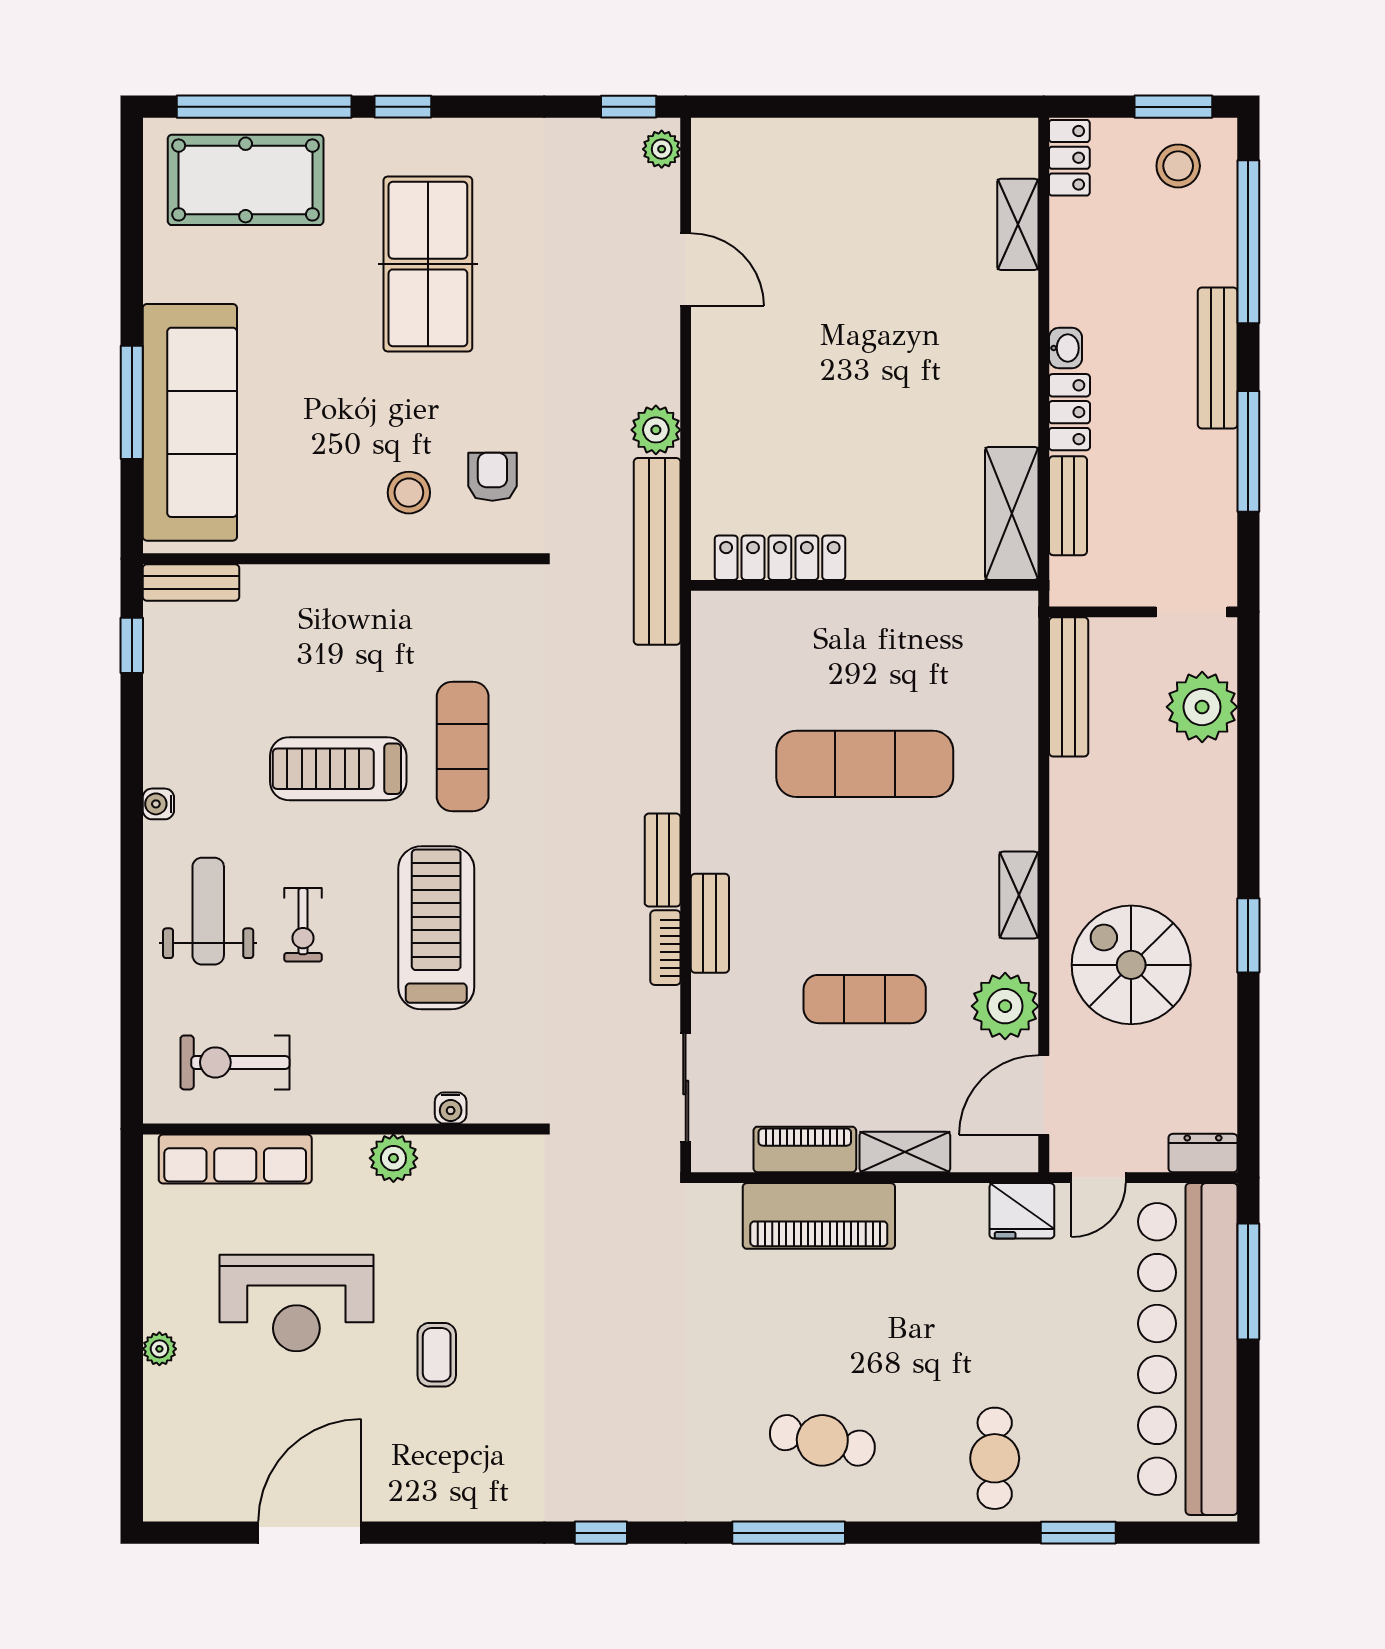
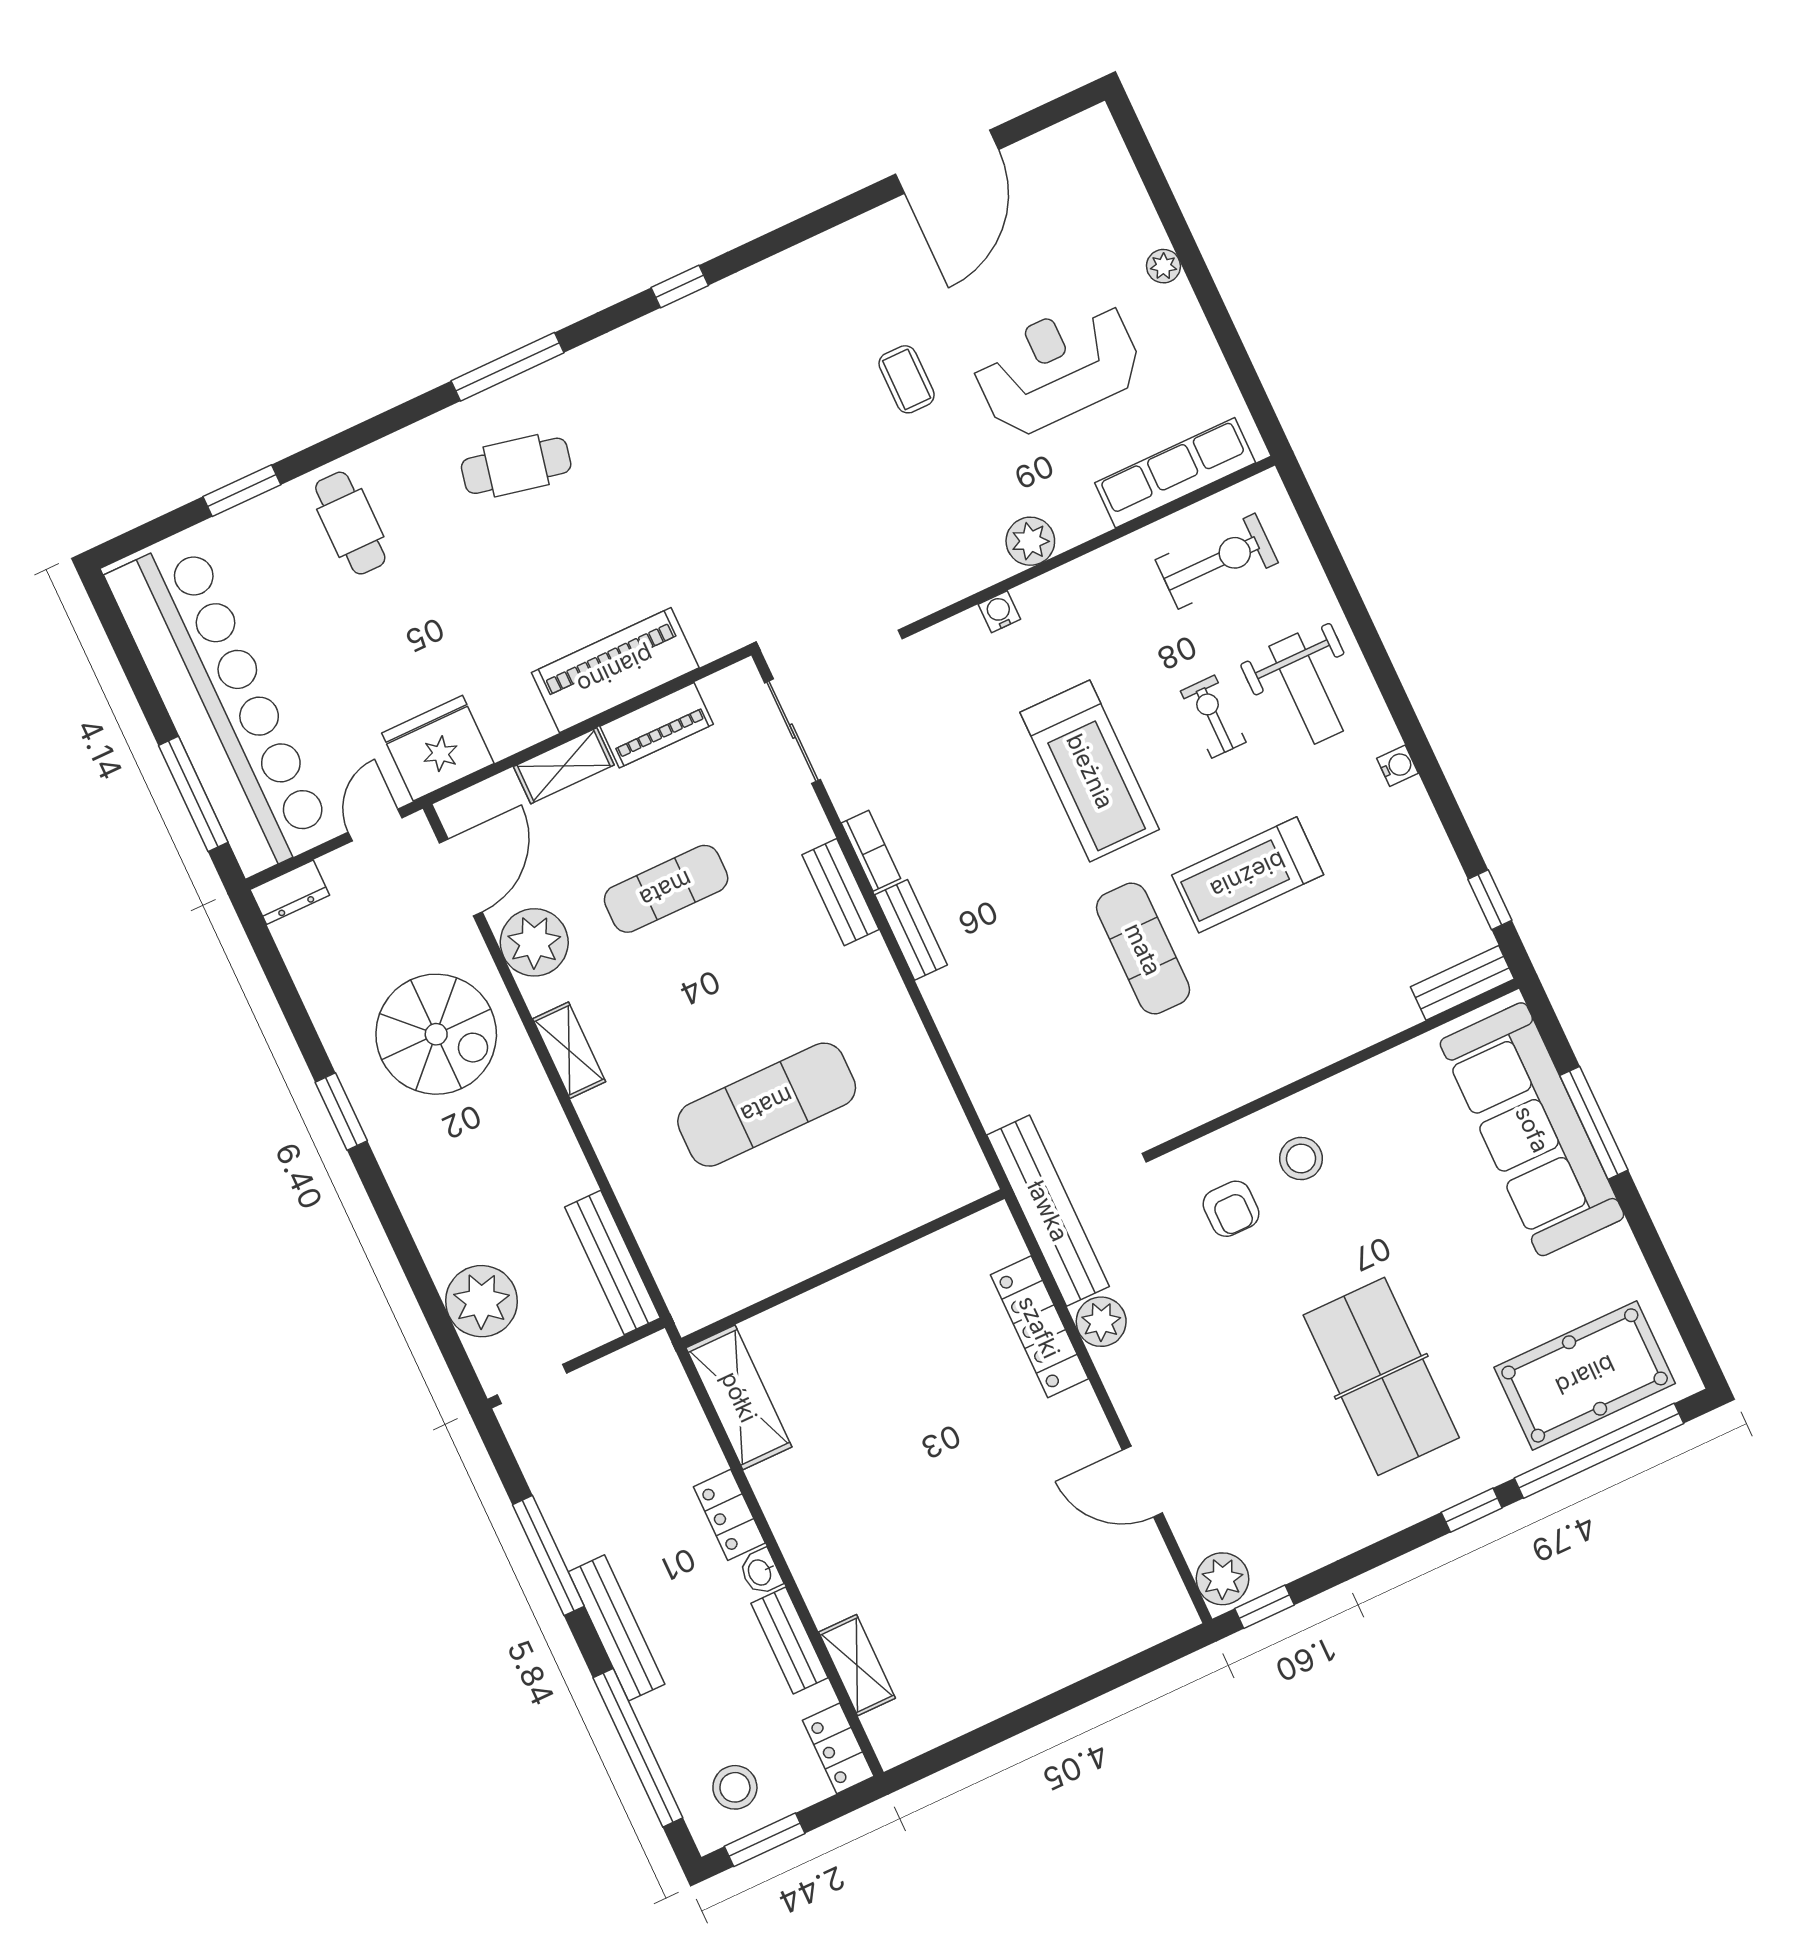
plant: (662, 149) -> (1222, 1579), width x1.38, depth x1.38
bench: (1068, 506) -> (790, 1641), moved
locker: (780, 558) -> (1039, 1327), moved, turned 90
treadmill: (338, 769) -> (1248, 875), turned 180
fridge: (1022, 1211) -> (438, 748), width x1.36, depth x1.34

